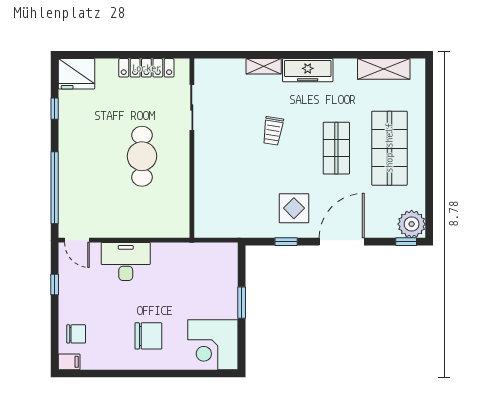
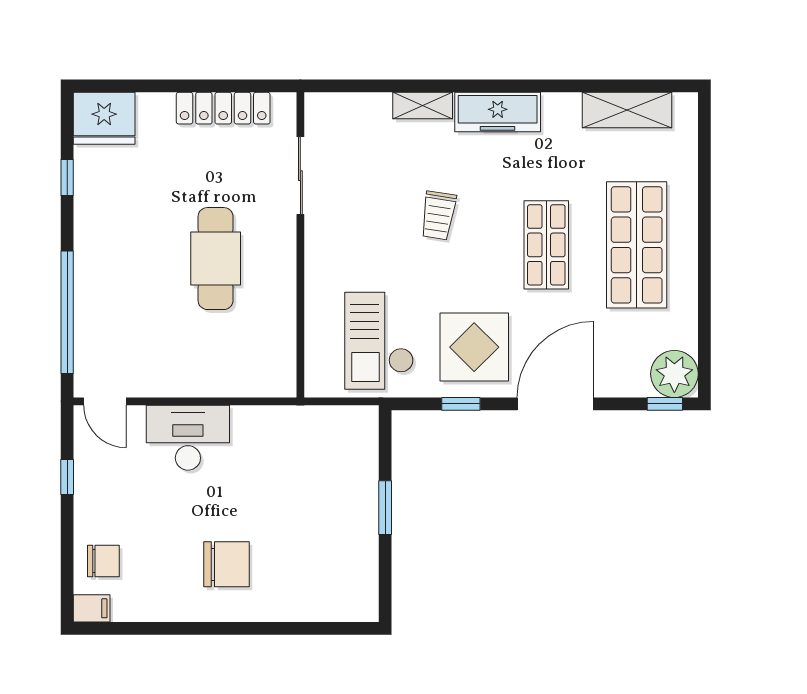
checkout: (238, 205) -> (379, 341), added
display table: (294, 208) -> (474, 347), width x1.36, depth x1.36
corner desk: (213, 345) -> (336, 579), removed

